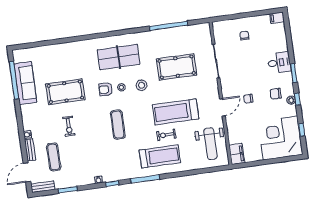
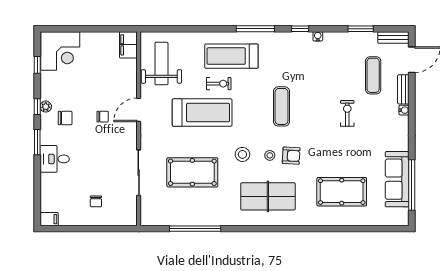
pool table: (65, 92) -> (342, 192), moved
corner desk: (280, 138) -> (60, 51), width x0.74, depth x0.74

